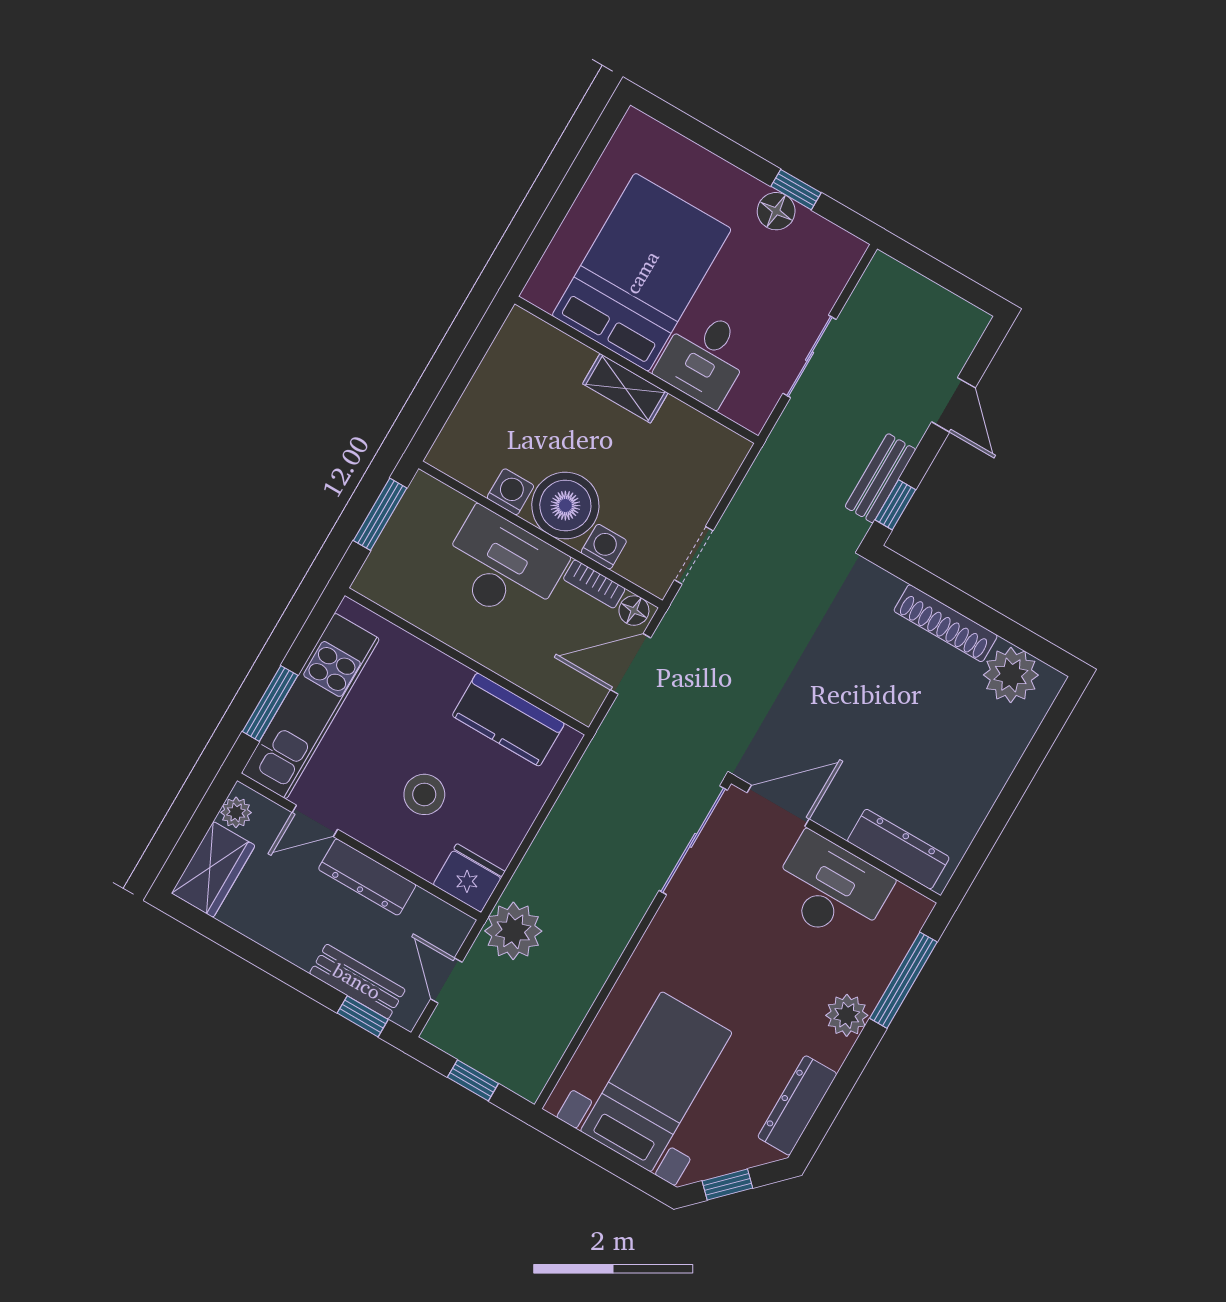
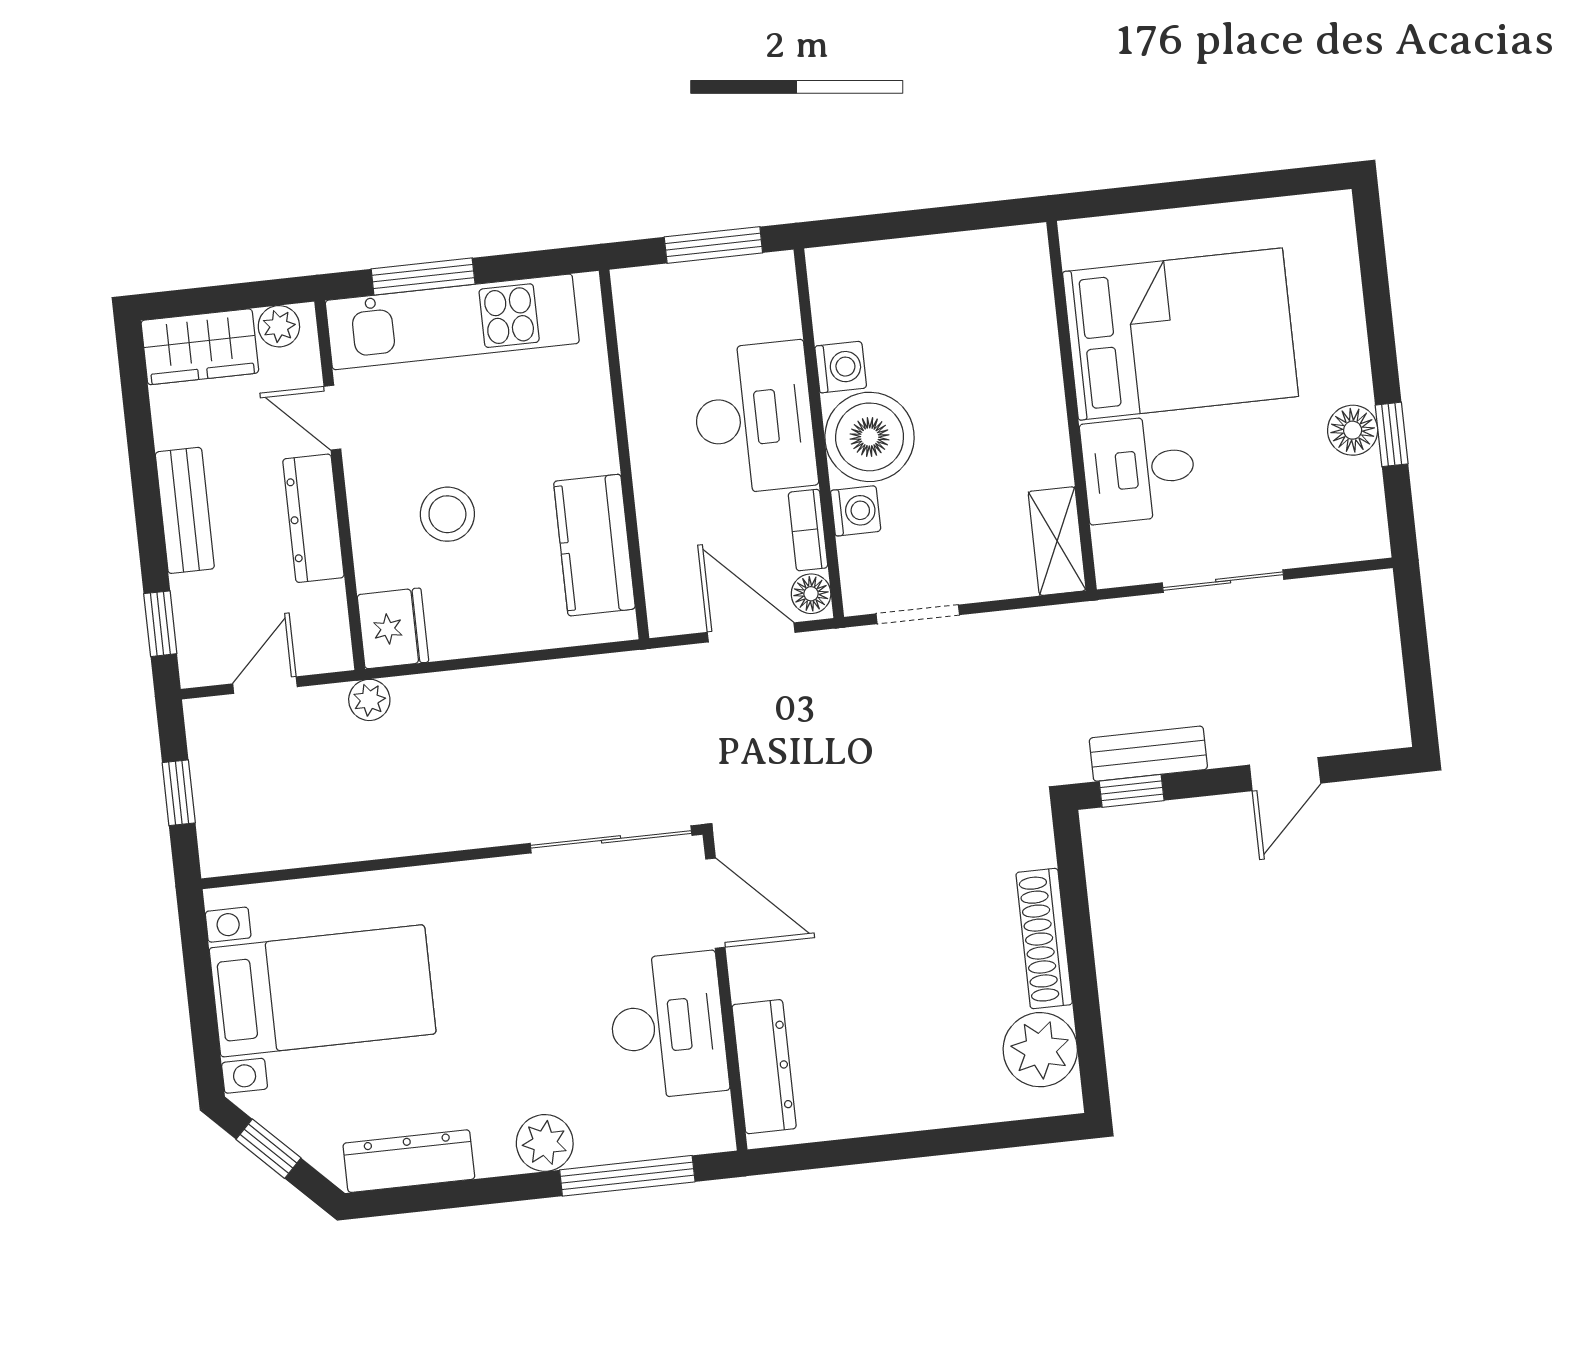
shelving: (625, 388) -> (1057, 541), moved
plant: (513, 931) -> (369, 700), width x0.53, depth x0.53
bench: (357, 981) -> (185, 510), moved

